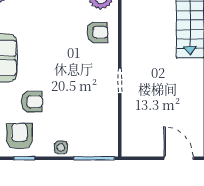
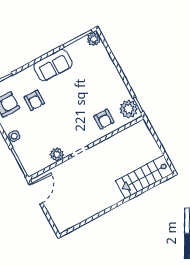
plant: (109, 109) -> (57, 155), added
door: (179, 158) -> (36, 194), moved

